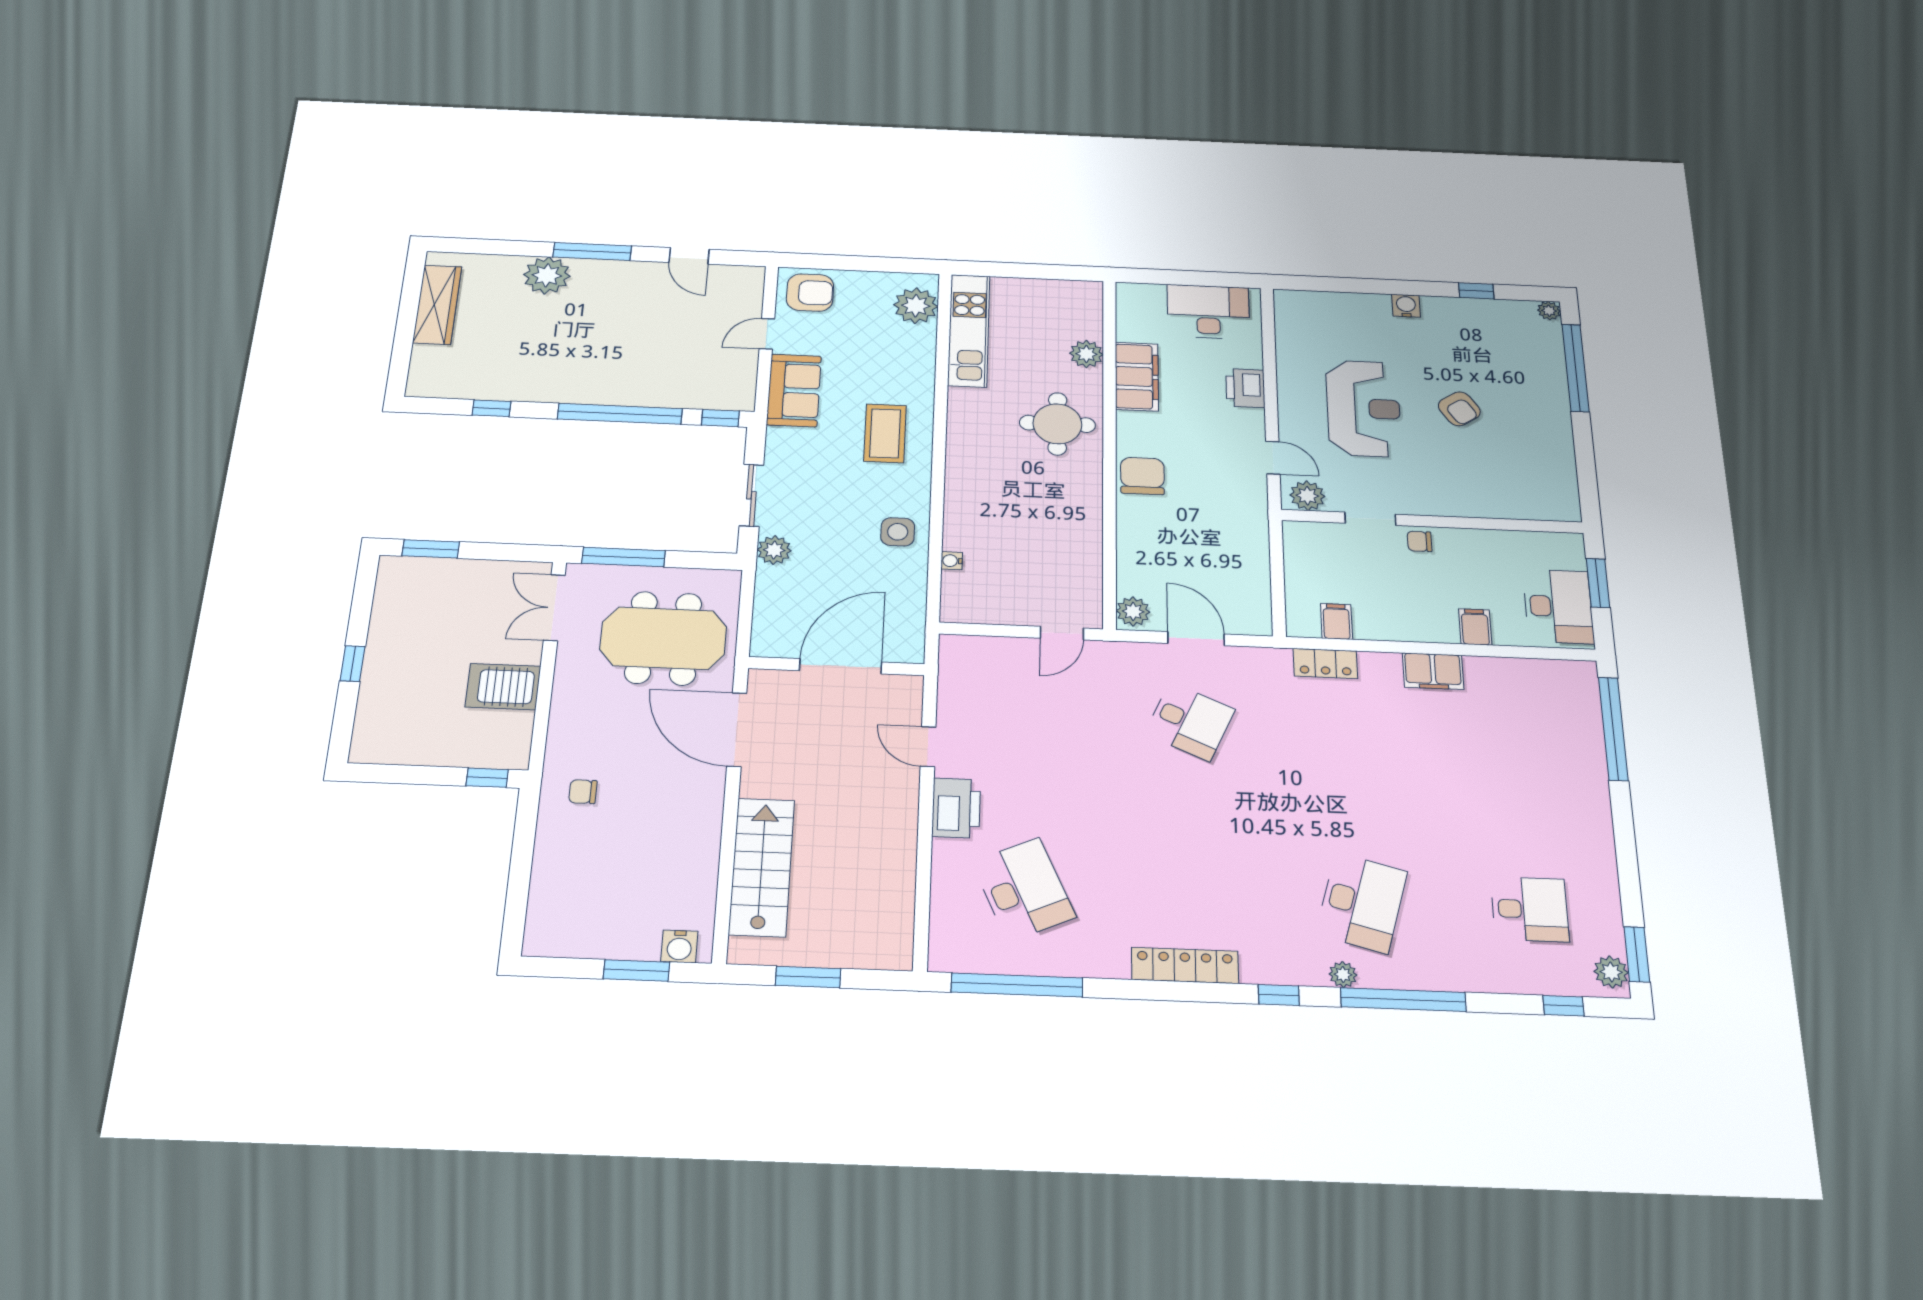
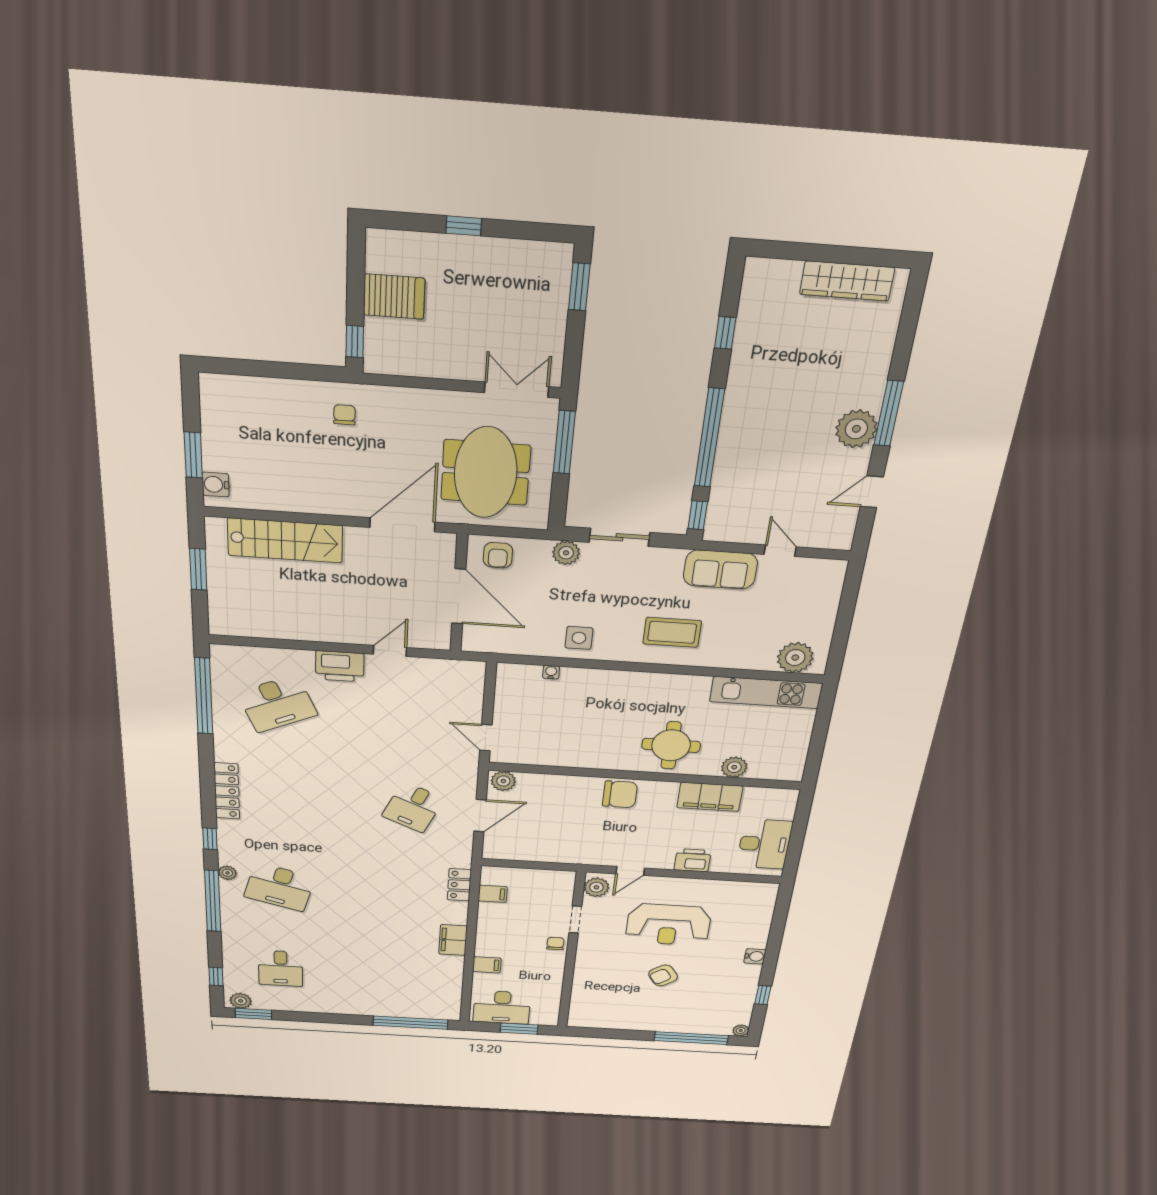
plant: (547, 275) -> (856, 429), moved
armchair: (810, 293) -> (498, 555), moved, width x0.72, depth x0.72
server rack: (503, 687) -> (394, 297), moved, turned 90

